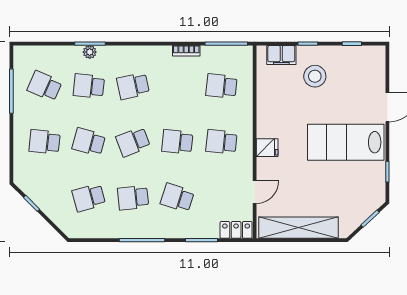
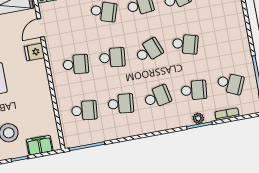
bookcase: (186, 51) -> (227, 114), moved
school desk: (45, 142) -> (121, 104), moved
fridge: (267, 148) -> (34, 52), moved

